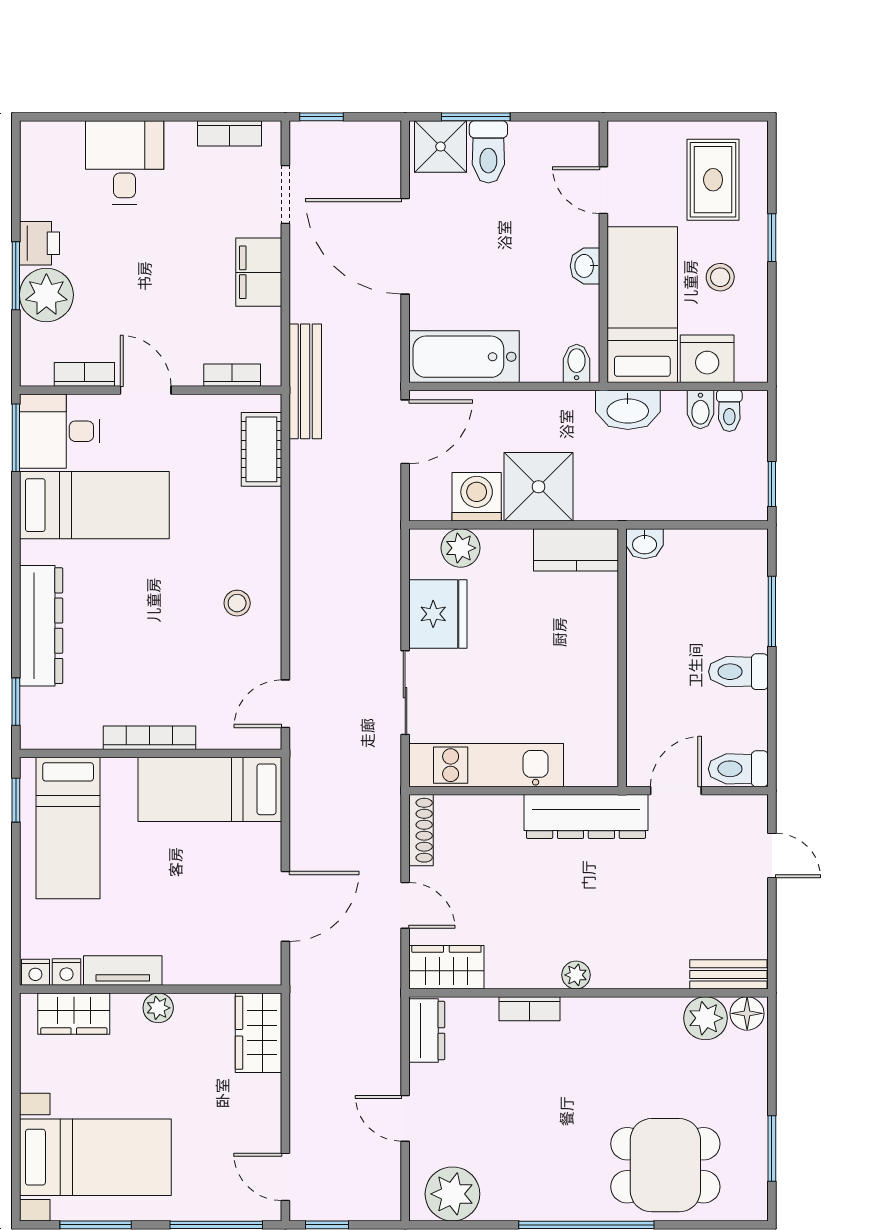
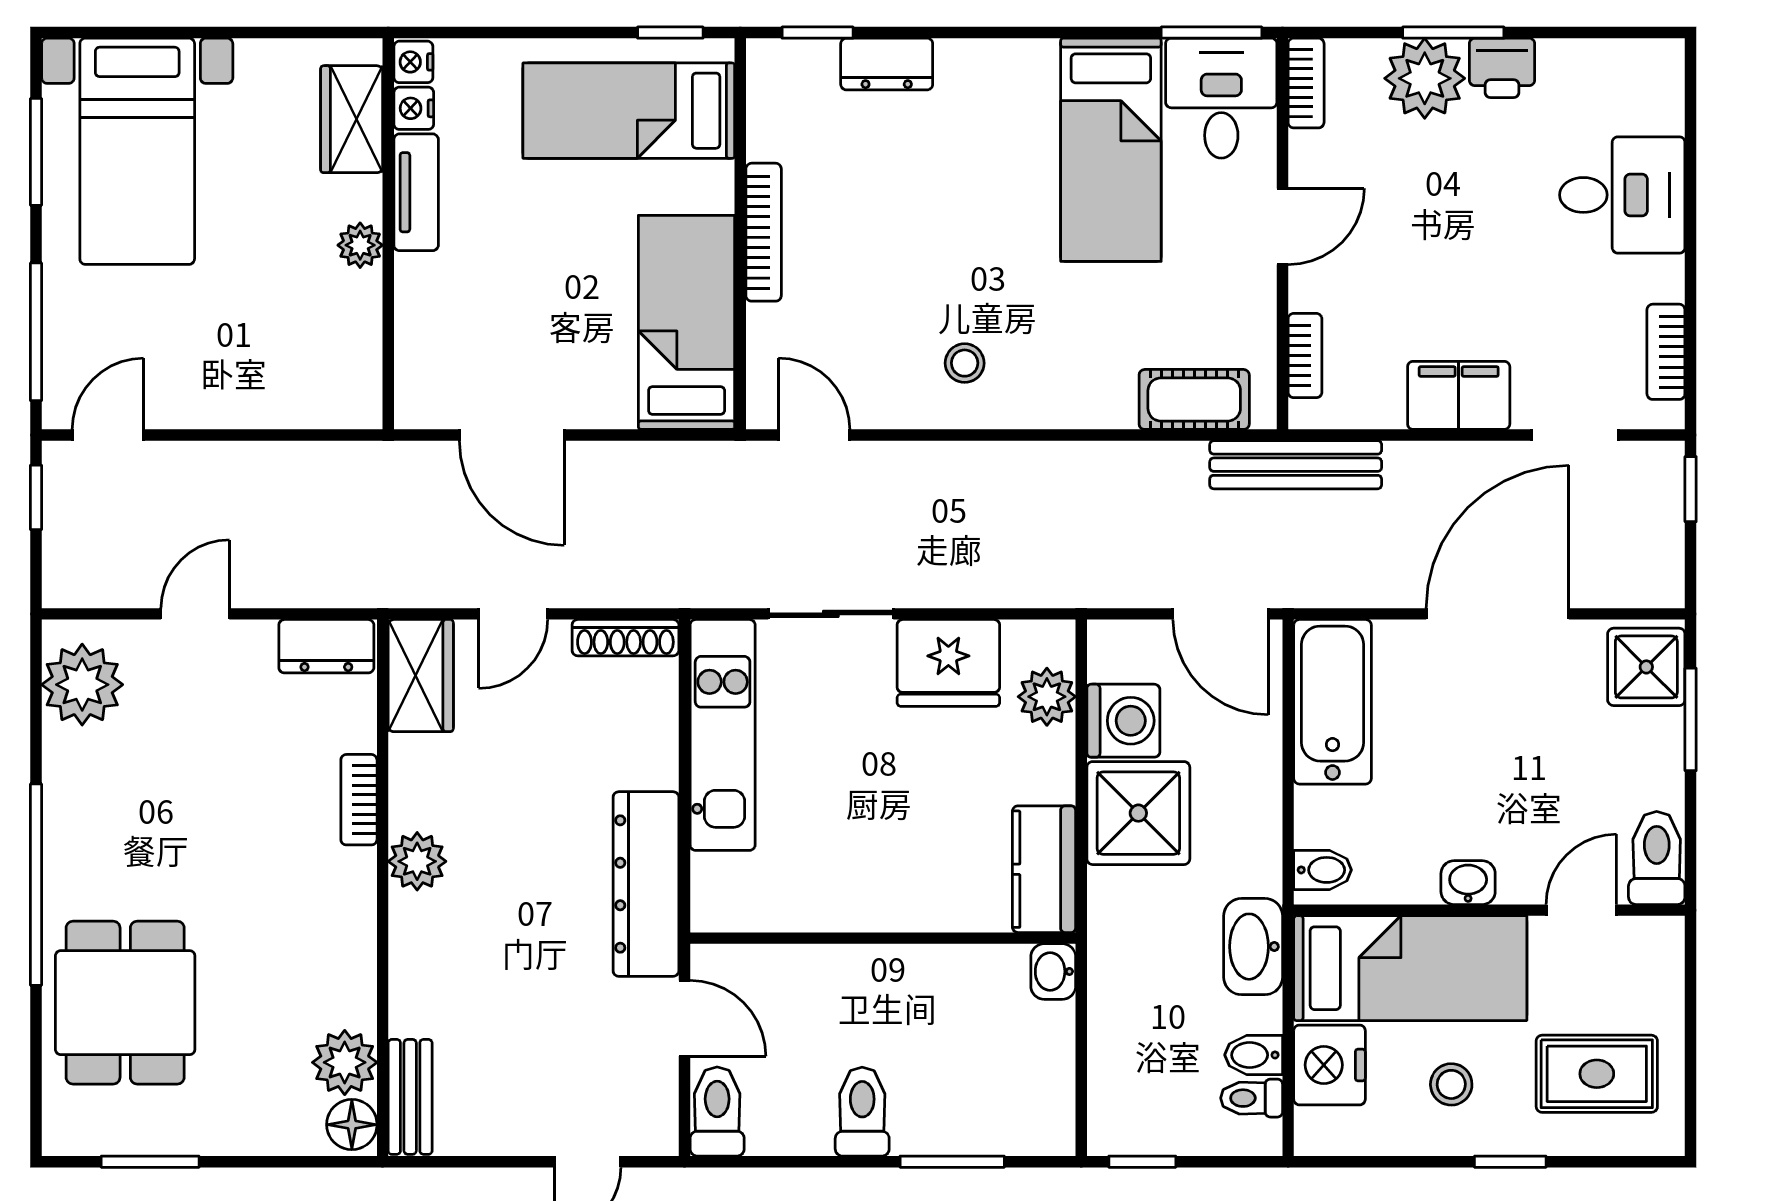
toilet: (488, 152) -> (1657, 858), moved, turned 90
bookcase: (84, 374) -> (1306, 83), moved
dresser: (41, 626) -> (887, 64), width x0.51, depth x0.80
plant: (576, 975) -> (417, 861), width x1.38, depth x1.38
wardrobe: (258, 1033) -> (323, 395), removed

